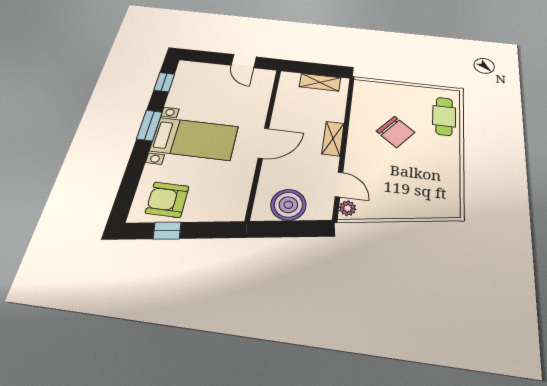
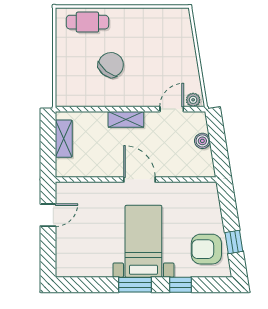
window: (164, 82) -> (181, 285), moved
armchair: (167, 200) -> (206, 249), turned 90
boiler: (288, 205) -> (202, 141), width x0.54, depth x0.54

